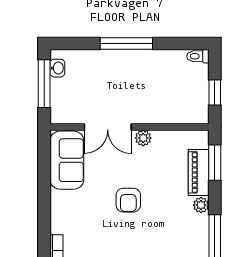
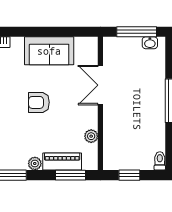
plant: (143, 138) -> (91, 136), moved
sofa: (67, 160) -> (49, 51), moved

